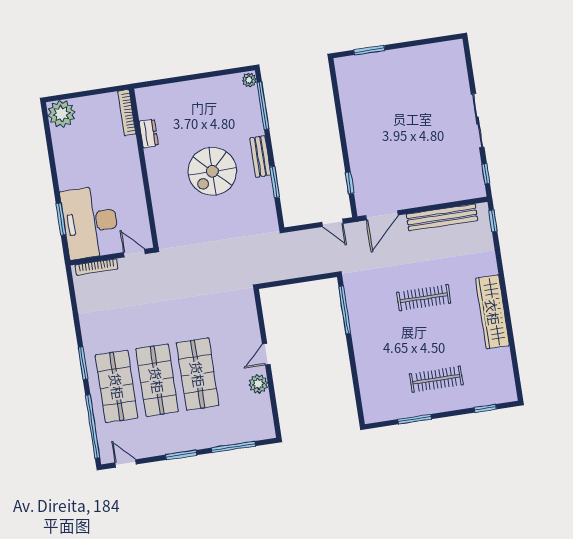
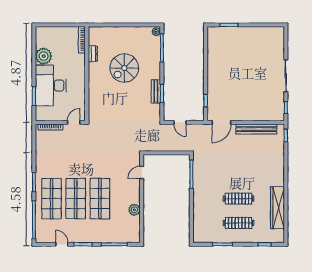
plant: (61, 114) -> (44, 56), moved
bench: (260, 156) -> (156, 91), moved
spiral stairs: (212, 171) -> (124, 68), moved
desk: (90, 222) -> (51, 86), moved
door: (333, 223) -> (180, 122), moved
door: (134, 253) -> (74, 122), hinge flipped
clothes rail: (424, 298) -> (239, 199), moved
wardrobe: (493, 312) -> (277, 208), moved
door: (266, 354) -> (142, 172), moved
door: (126, 463) -> (62, 244), moved

